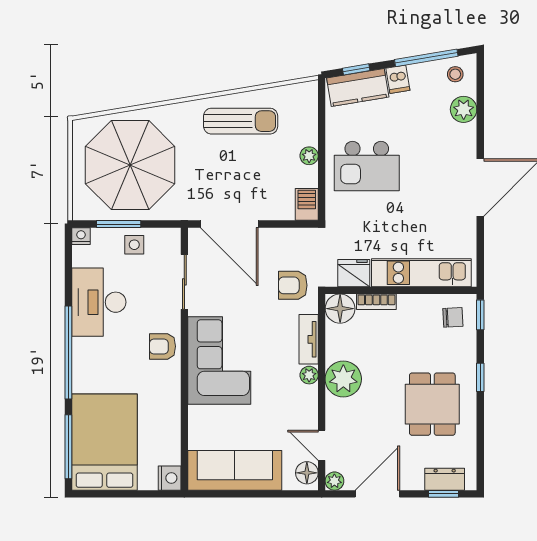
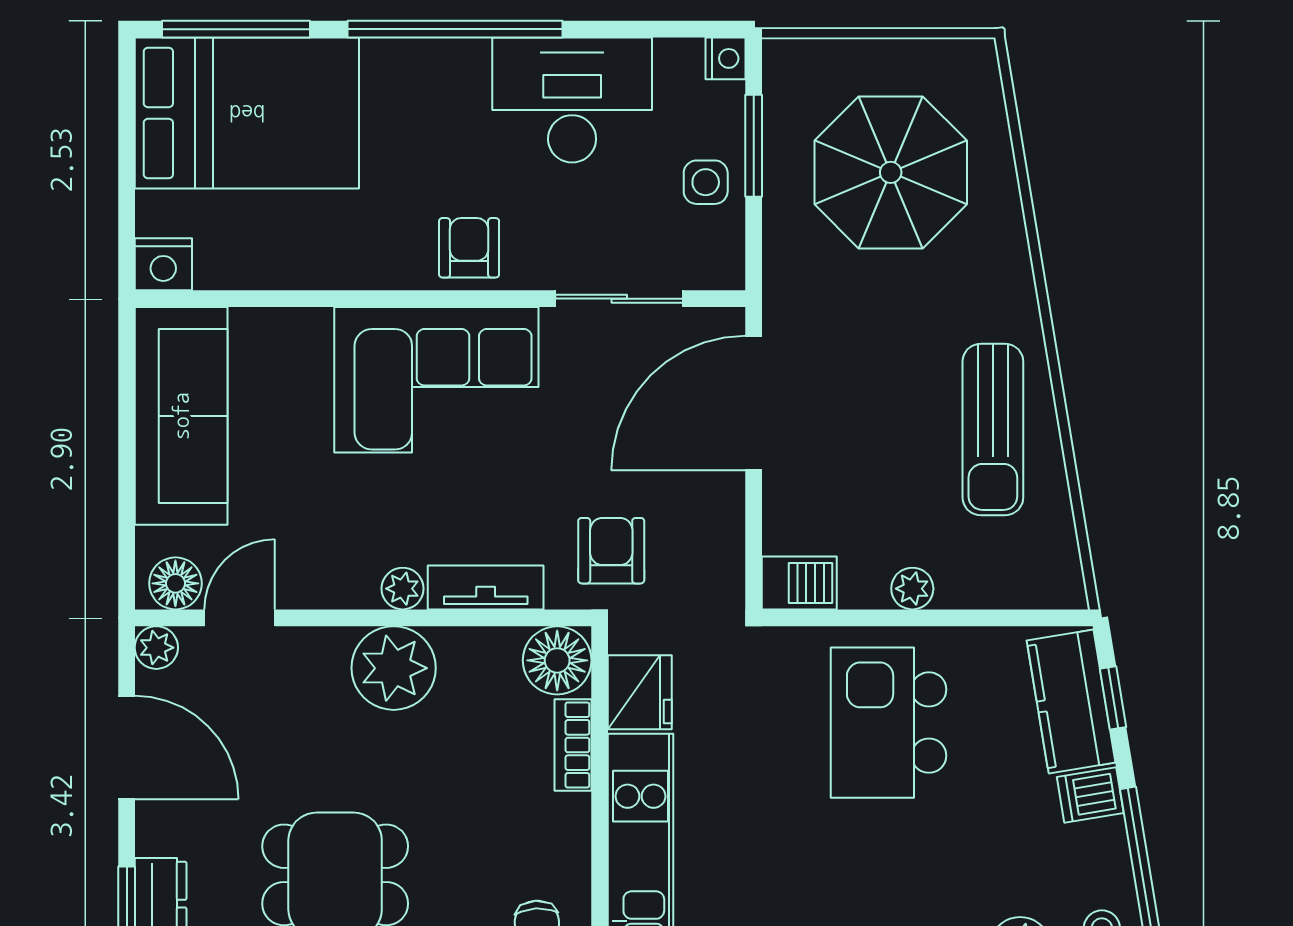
parasol: (130, 165) -> (891, 172), width x0.73, depth x0.73

